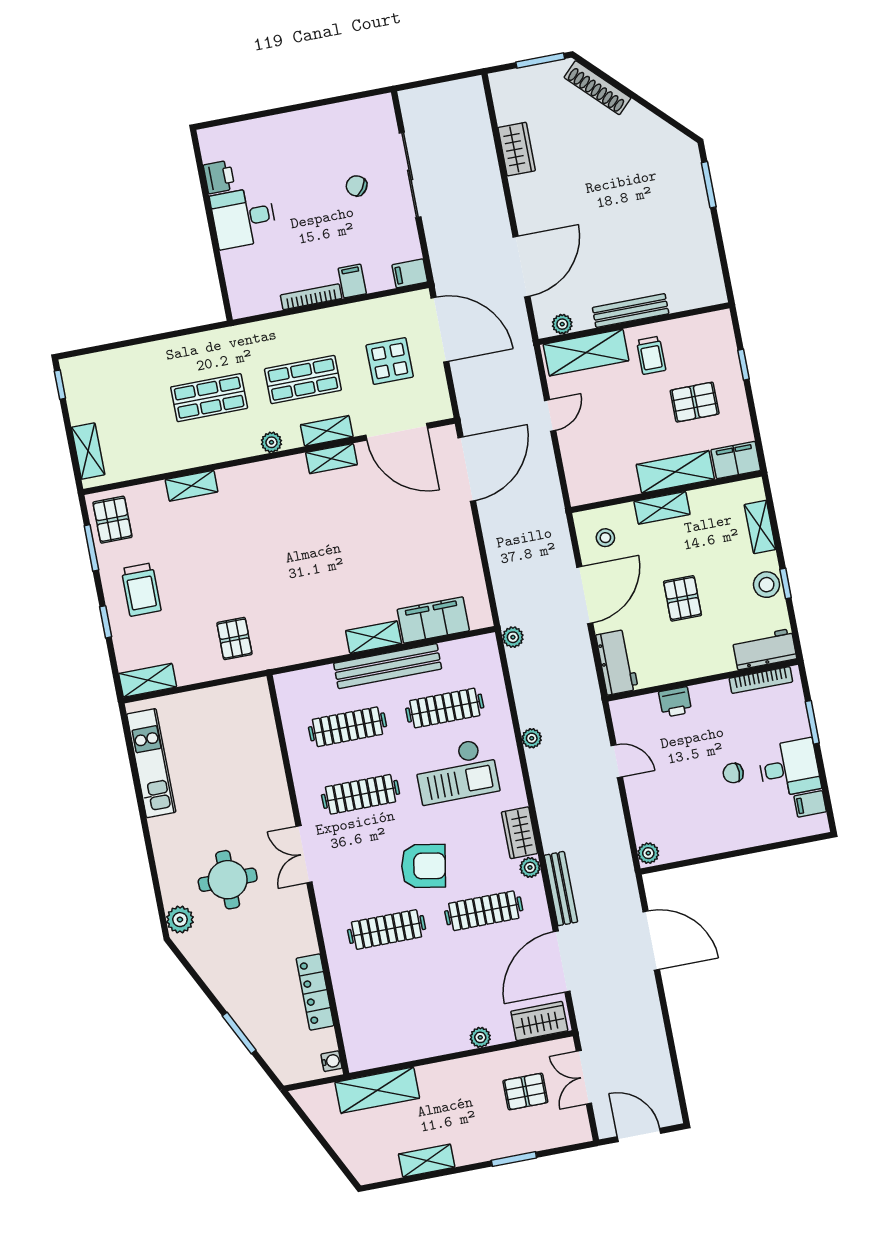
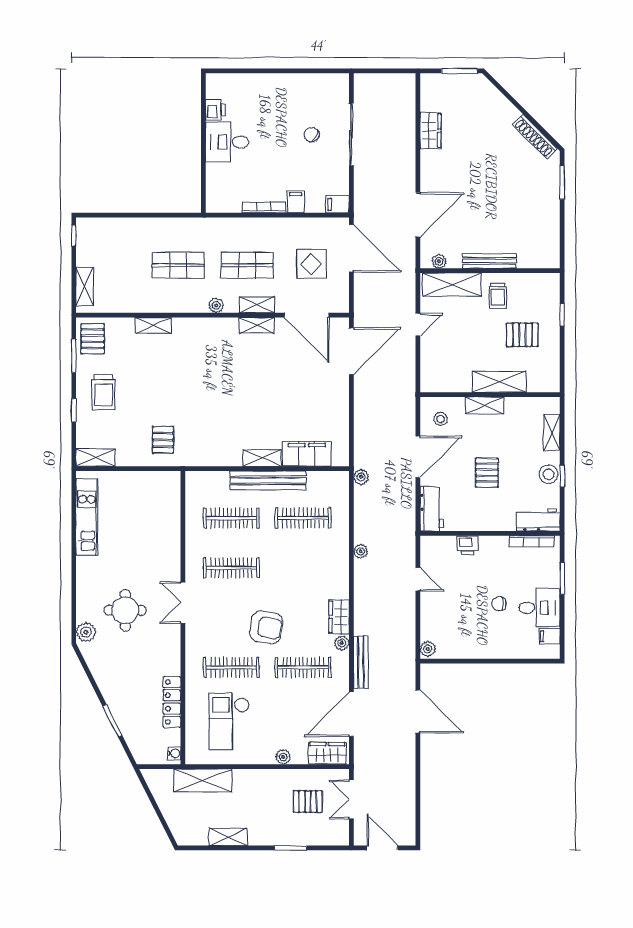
shoe rack: (598, 88) -> (535, 137), moved
filing cabinet: (736, 460) -> (544, 382), removed
checkout: (456, 771) -> (229, 721), moved, turned 90

